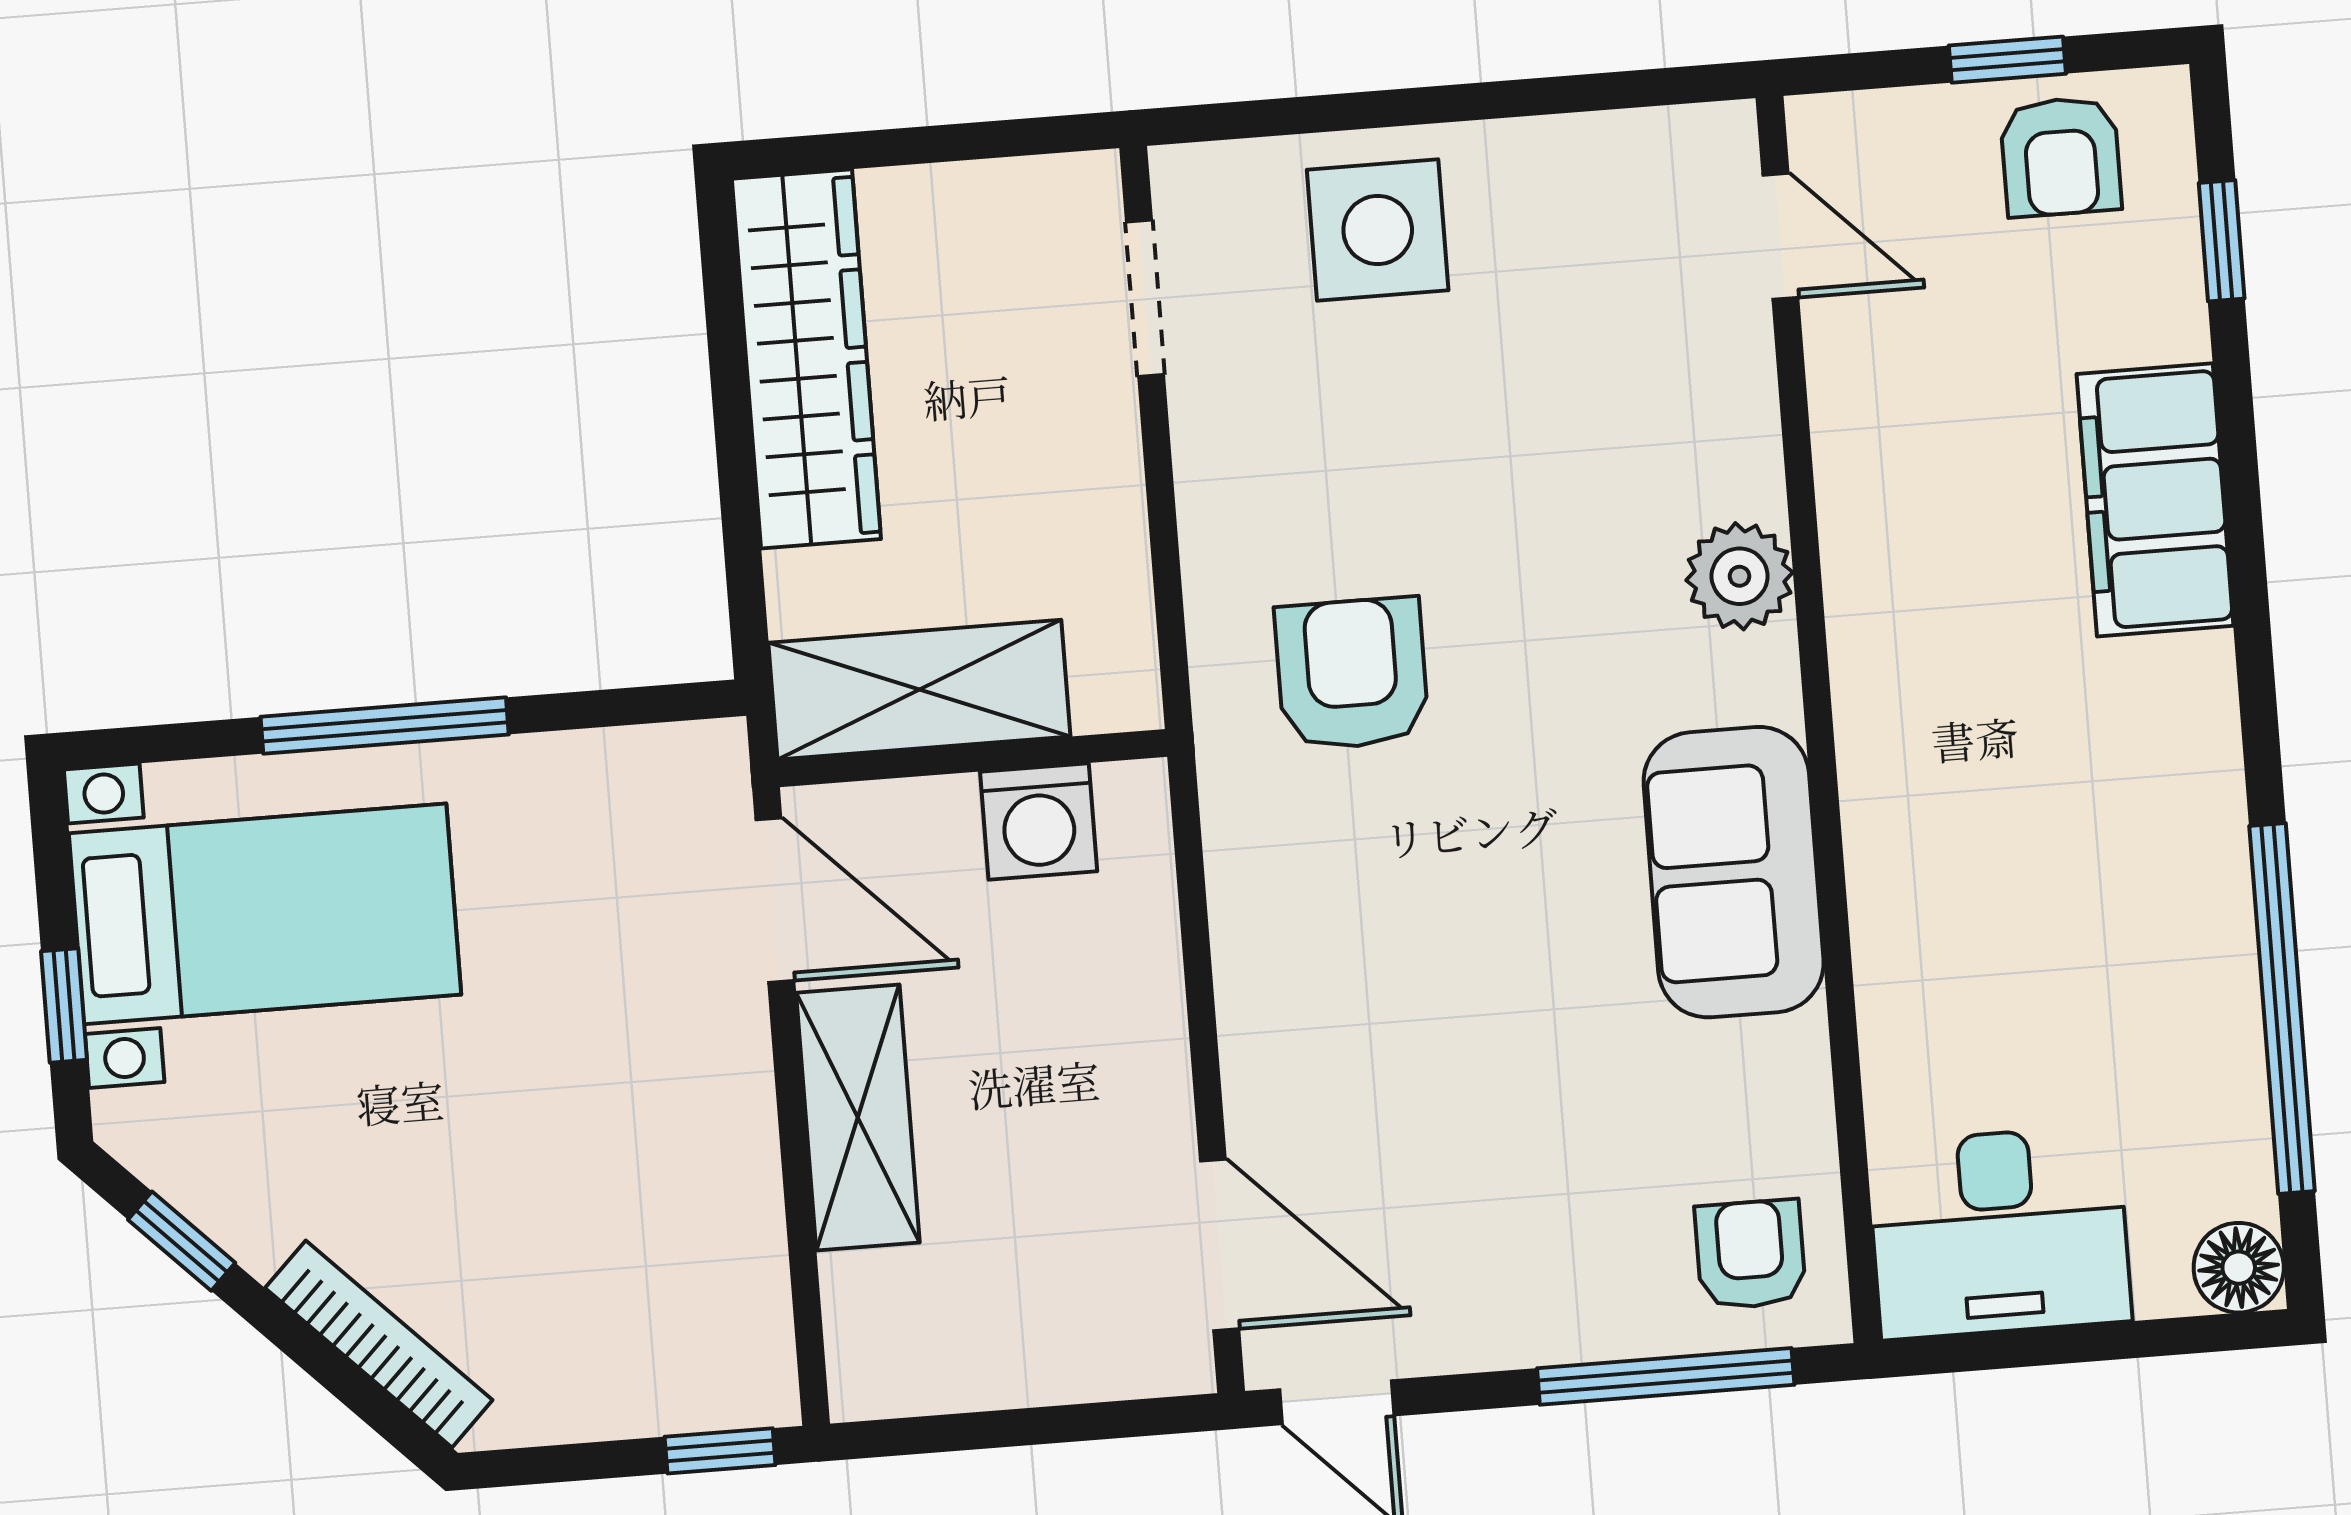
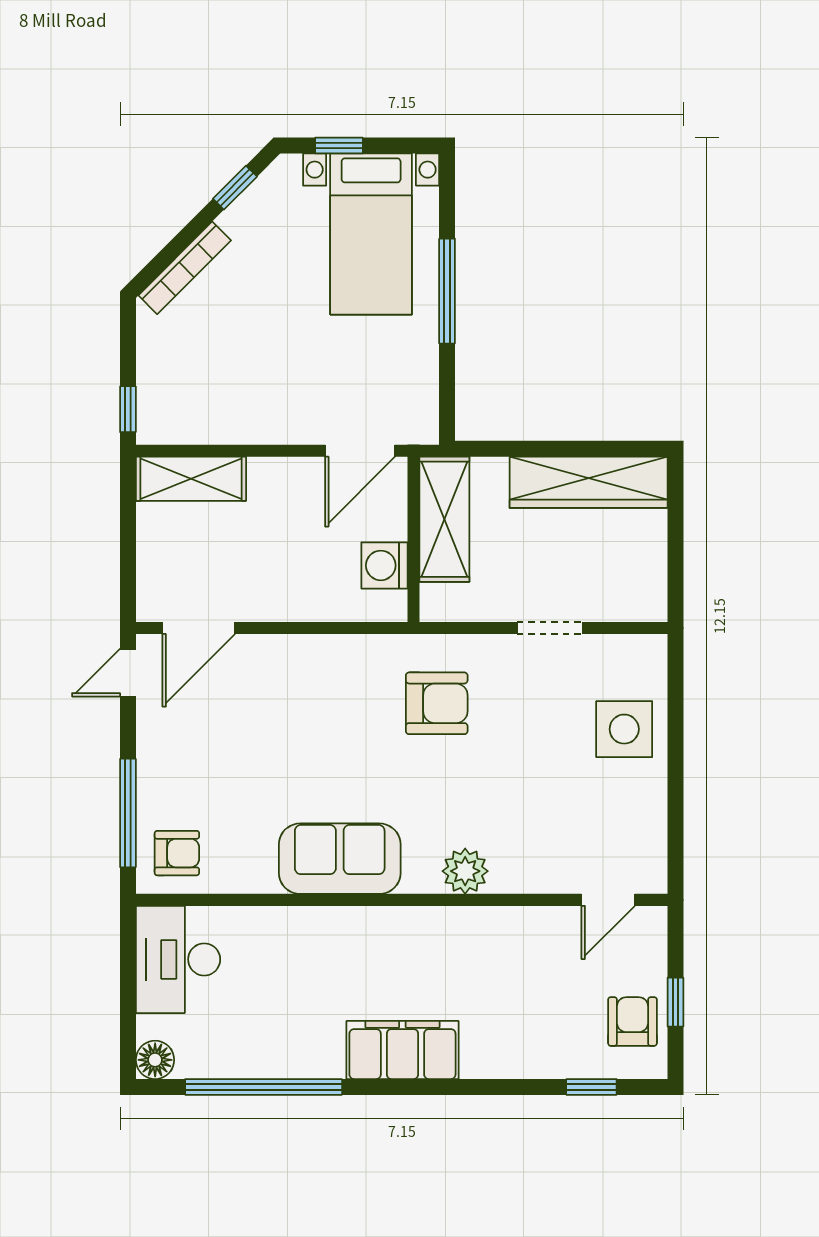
armchair: (2061, 157) -> (632, 1021), turned 90
doorway: (1145, 298) -> (550, 628), moved
filing cabinet: (2155, 500) -> (402, 1050), moved
shelving: (858, 1118) -> (191, 479), moved

